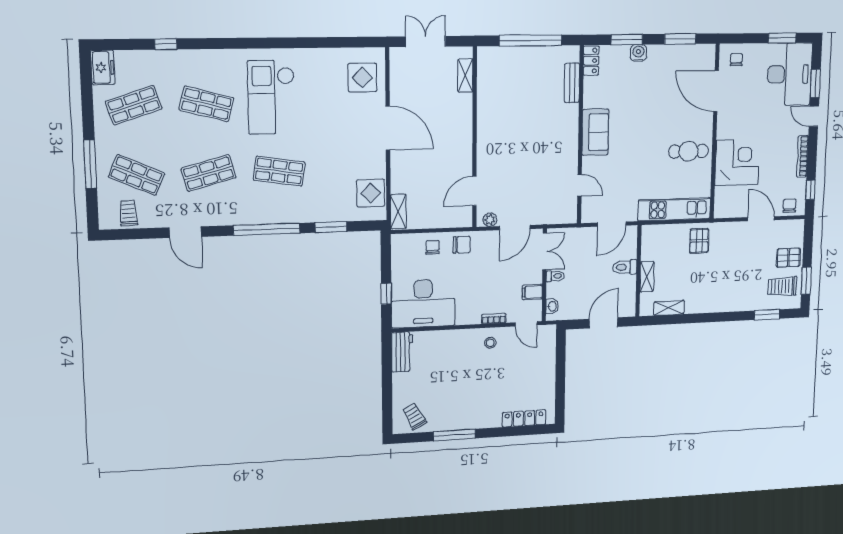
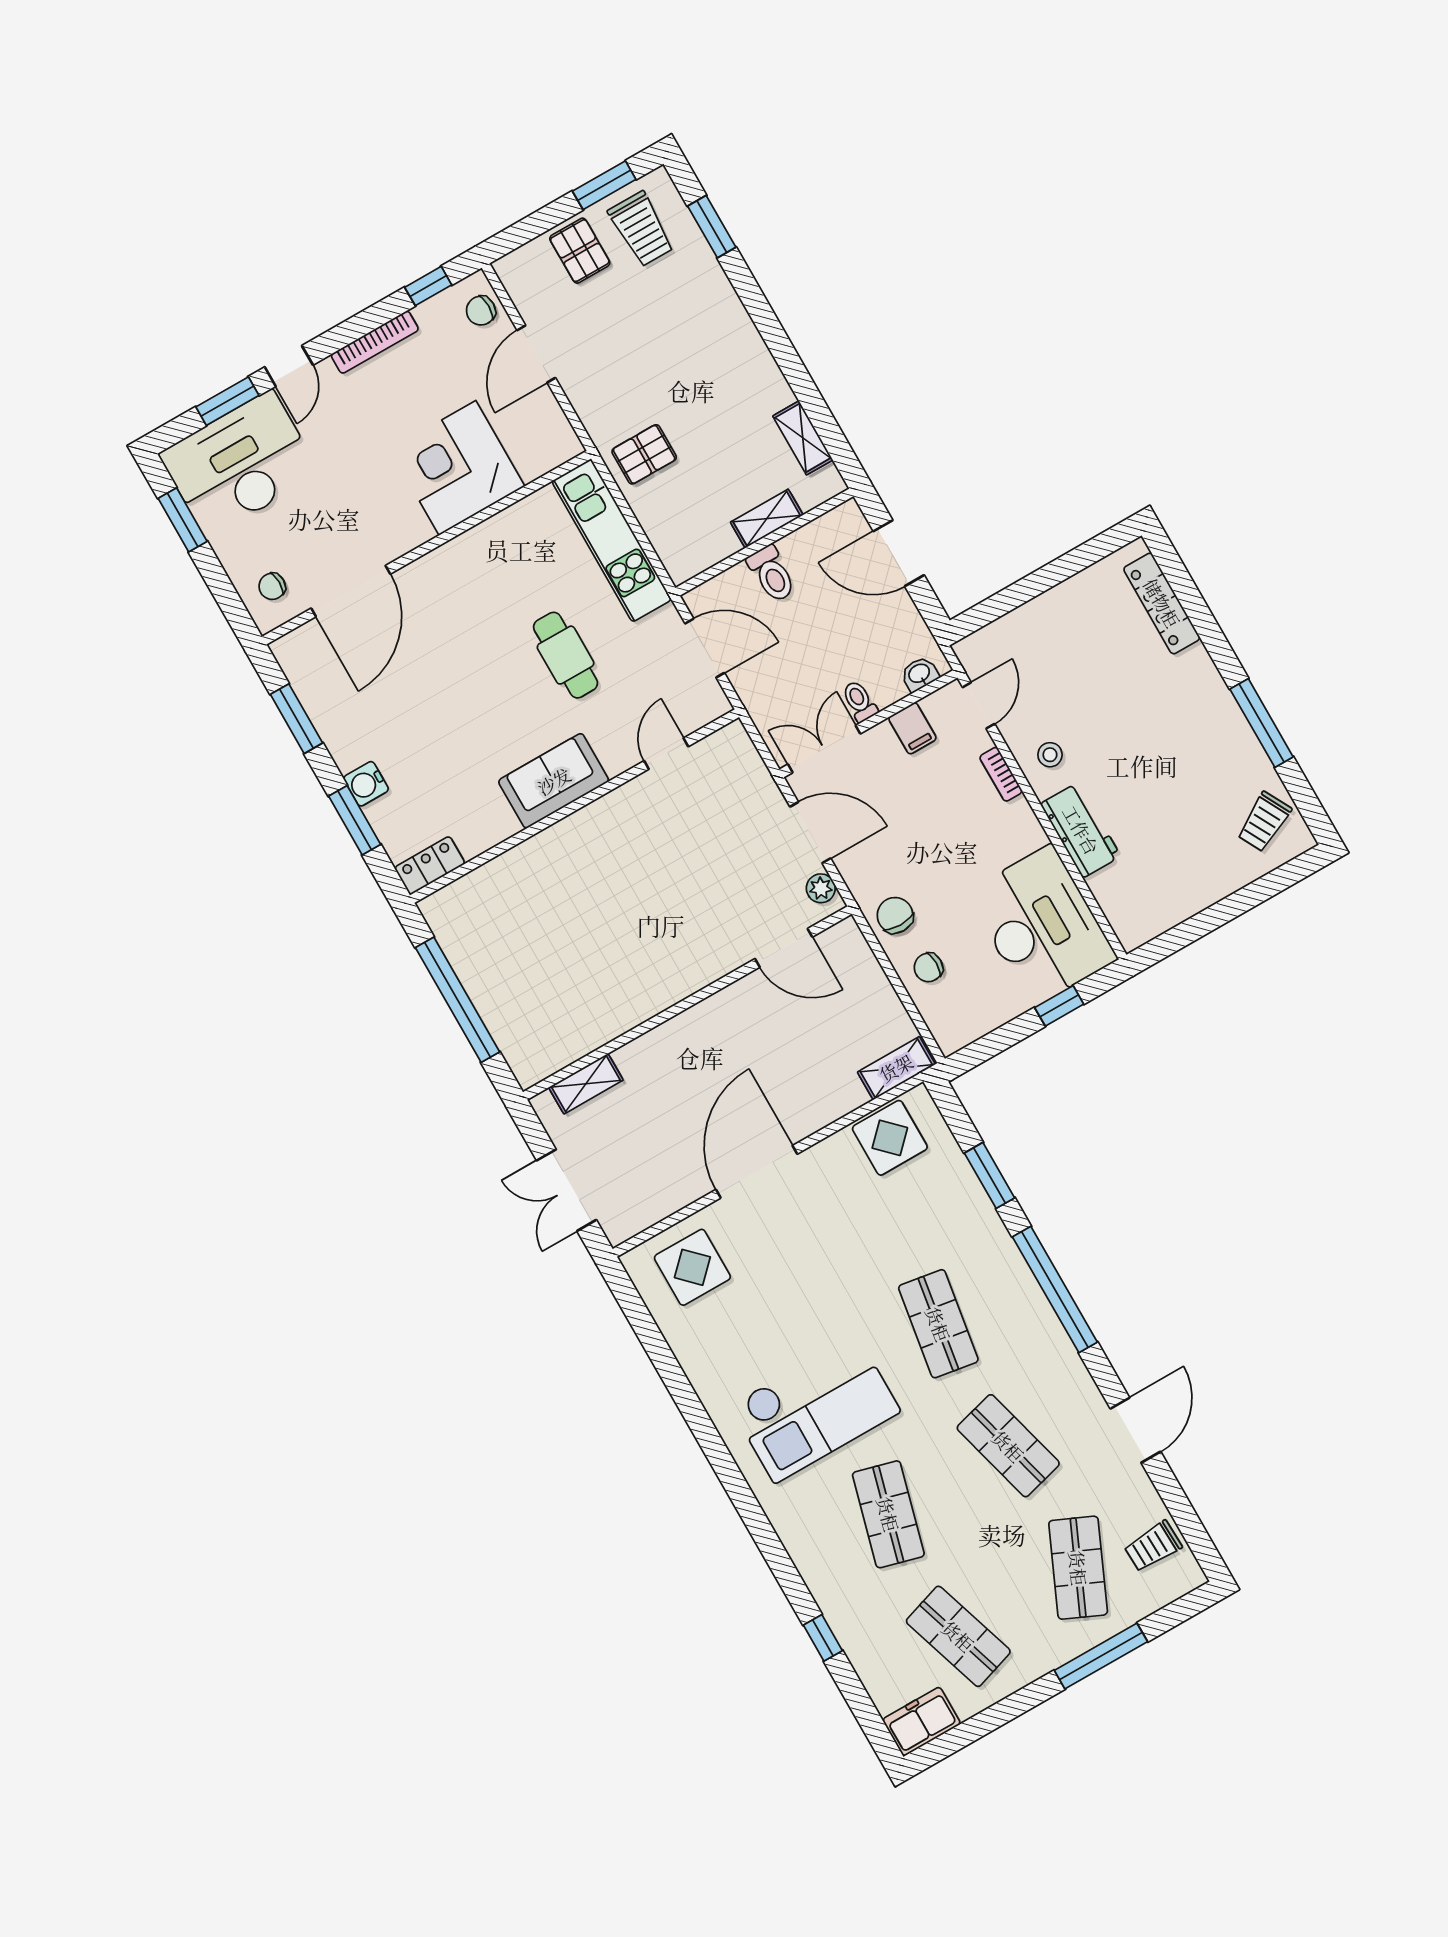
bench: (572, 83) -> (489, 878), removed
cafe table: (689, 151) -> (566, 655), moved
workbench: (402, 352) -> (1081, 830), moved, turned 90

